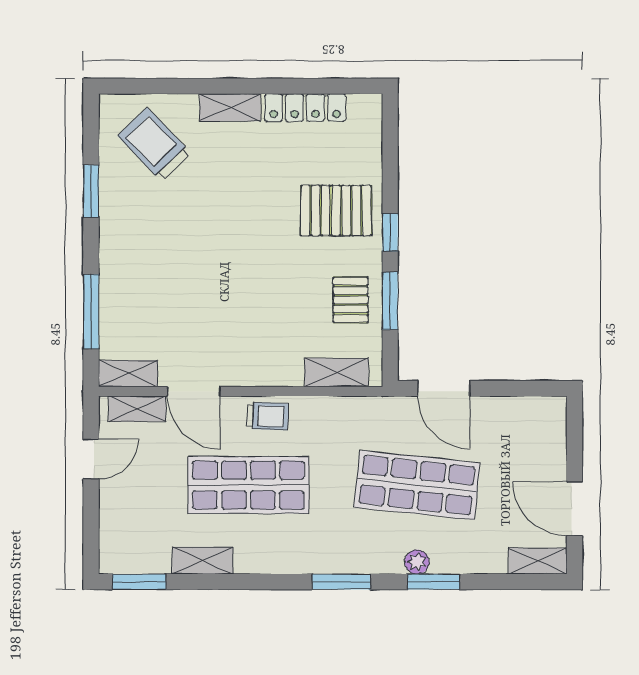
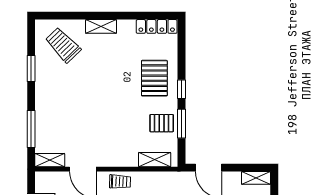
locker: (305, 108) -> (157, 26), moved
pallet: (336, 210) -> (154, 78), turned 90
pallet: (351, 300) -> (162, 123), turned 90
shelving: (137, 409) -> (256, 178), moved

